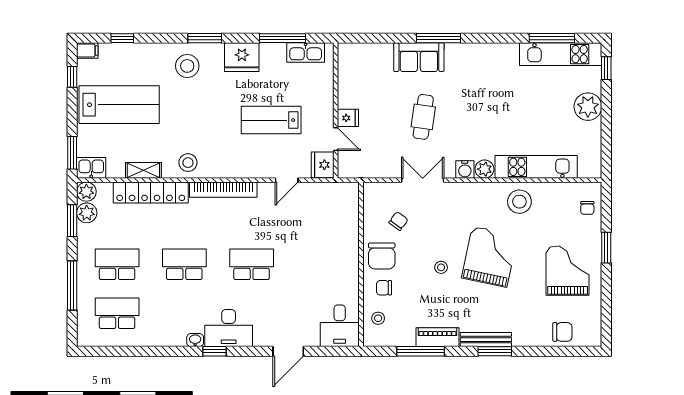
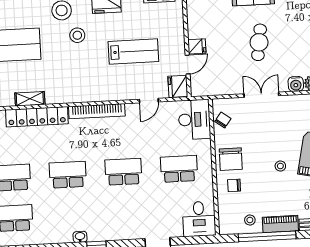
lab bench: (271, 120) -> (133, 52), turned 180
door: (336, 139) -> (188, 64), hinge flipped
stool: (188, 163) -> (77, 35), moved
chair: (398, 221) -> (223, 120), moved
school desk: (319, 264) -> (179, 169), added
stool: (378, 318) -> (250, 220), moved
desk: (229, 328) -> (194, 119), moved, turned -90
window: (421, 351) -> (267, 236), width x1.46

